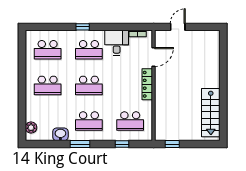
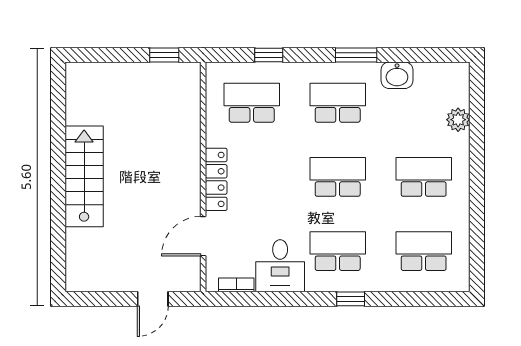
stairs: (211, 113) -> (84, 176), moved
plant: (31, 128) -> (458, 120), moved

